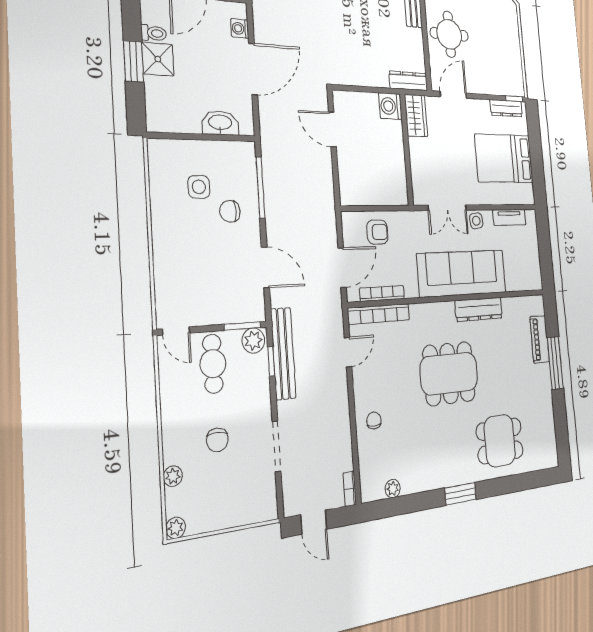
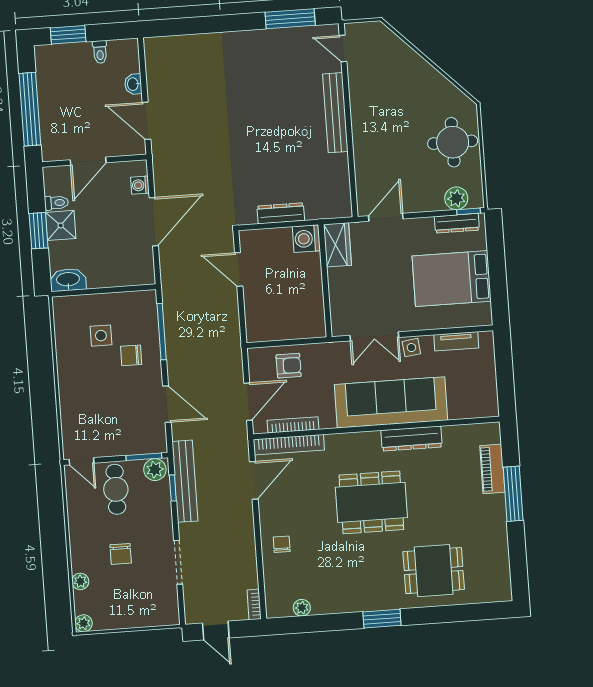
round table: (449, 34) -> (453, 142), moved
dresser: (408, 81) -> (281, 213), moved
plant: (505, 86) -> (456, 198), added
washbasin: (220, 123) -> (68, 280), moved
door: (348, 352) -> (254, 480), width x1.38

